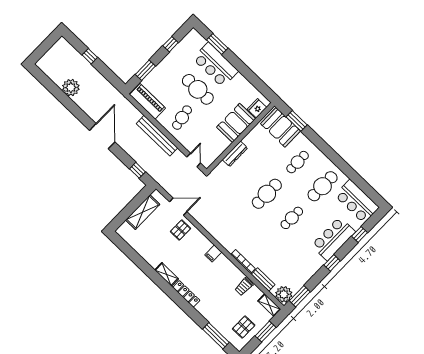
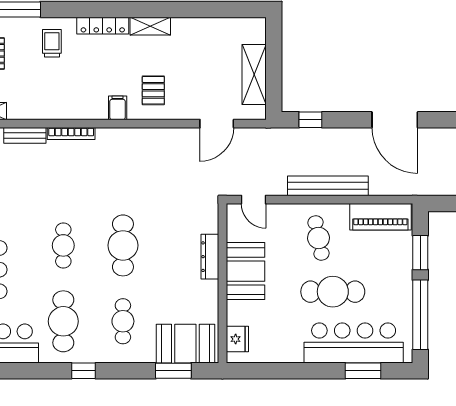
window: (171, 44) -> (420, 315), width x3.17
bar counter: (215, 65) -> (354, 343), width x1.36
booth: (236, 123) -> (245, 271), moved
window: (334, 157) -> (83, 371), added
pallet: (180, 230) -> (153, 90), moved
trolley: (244, 287) -> (52, 43), moved

